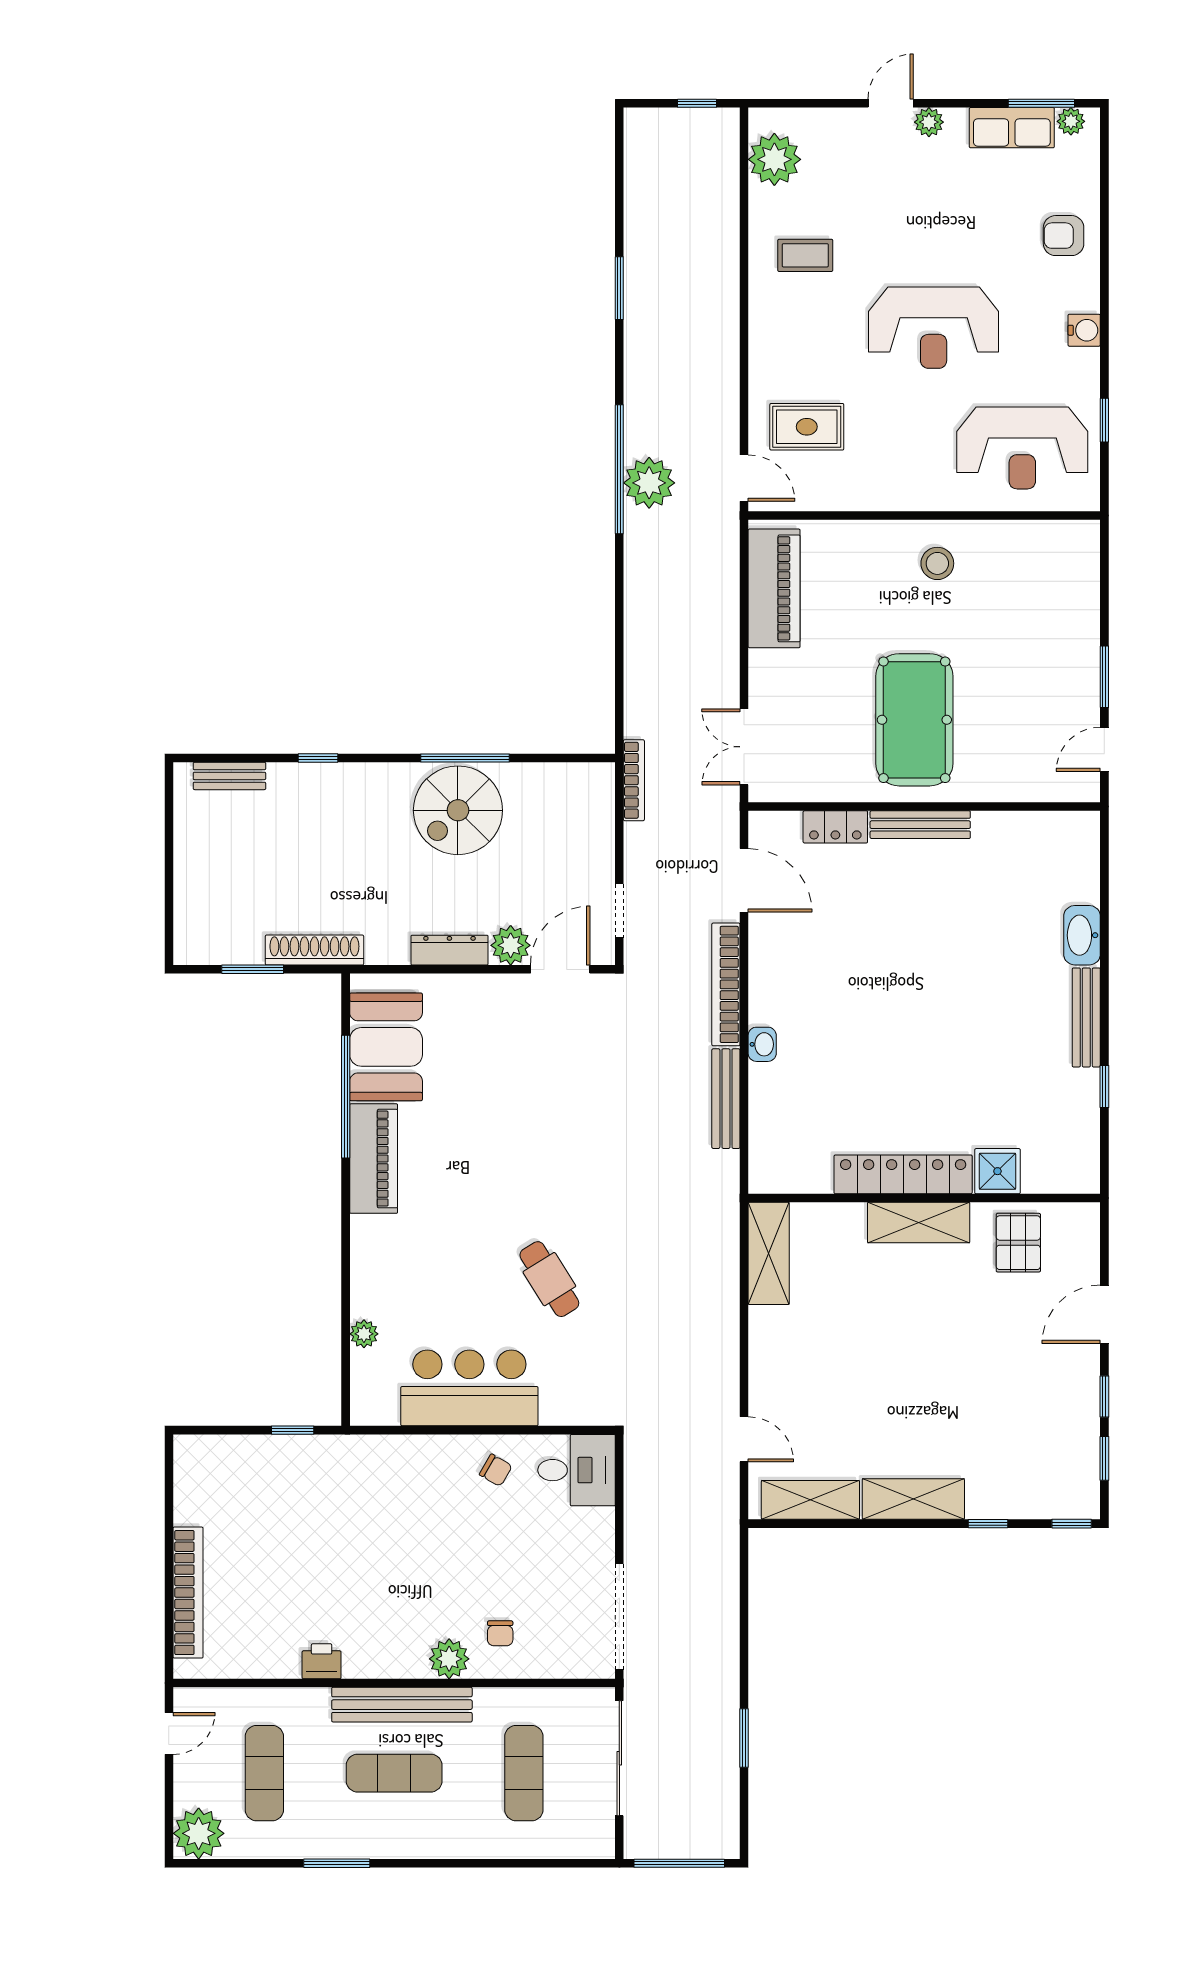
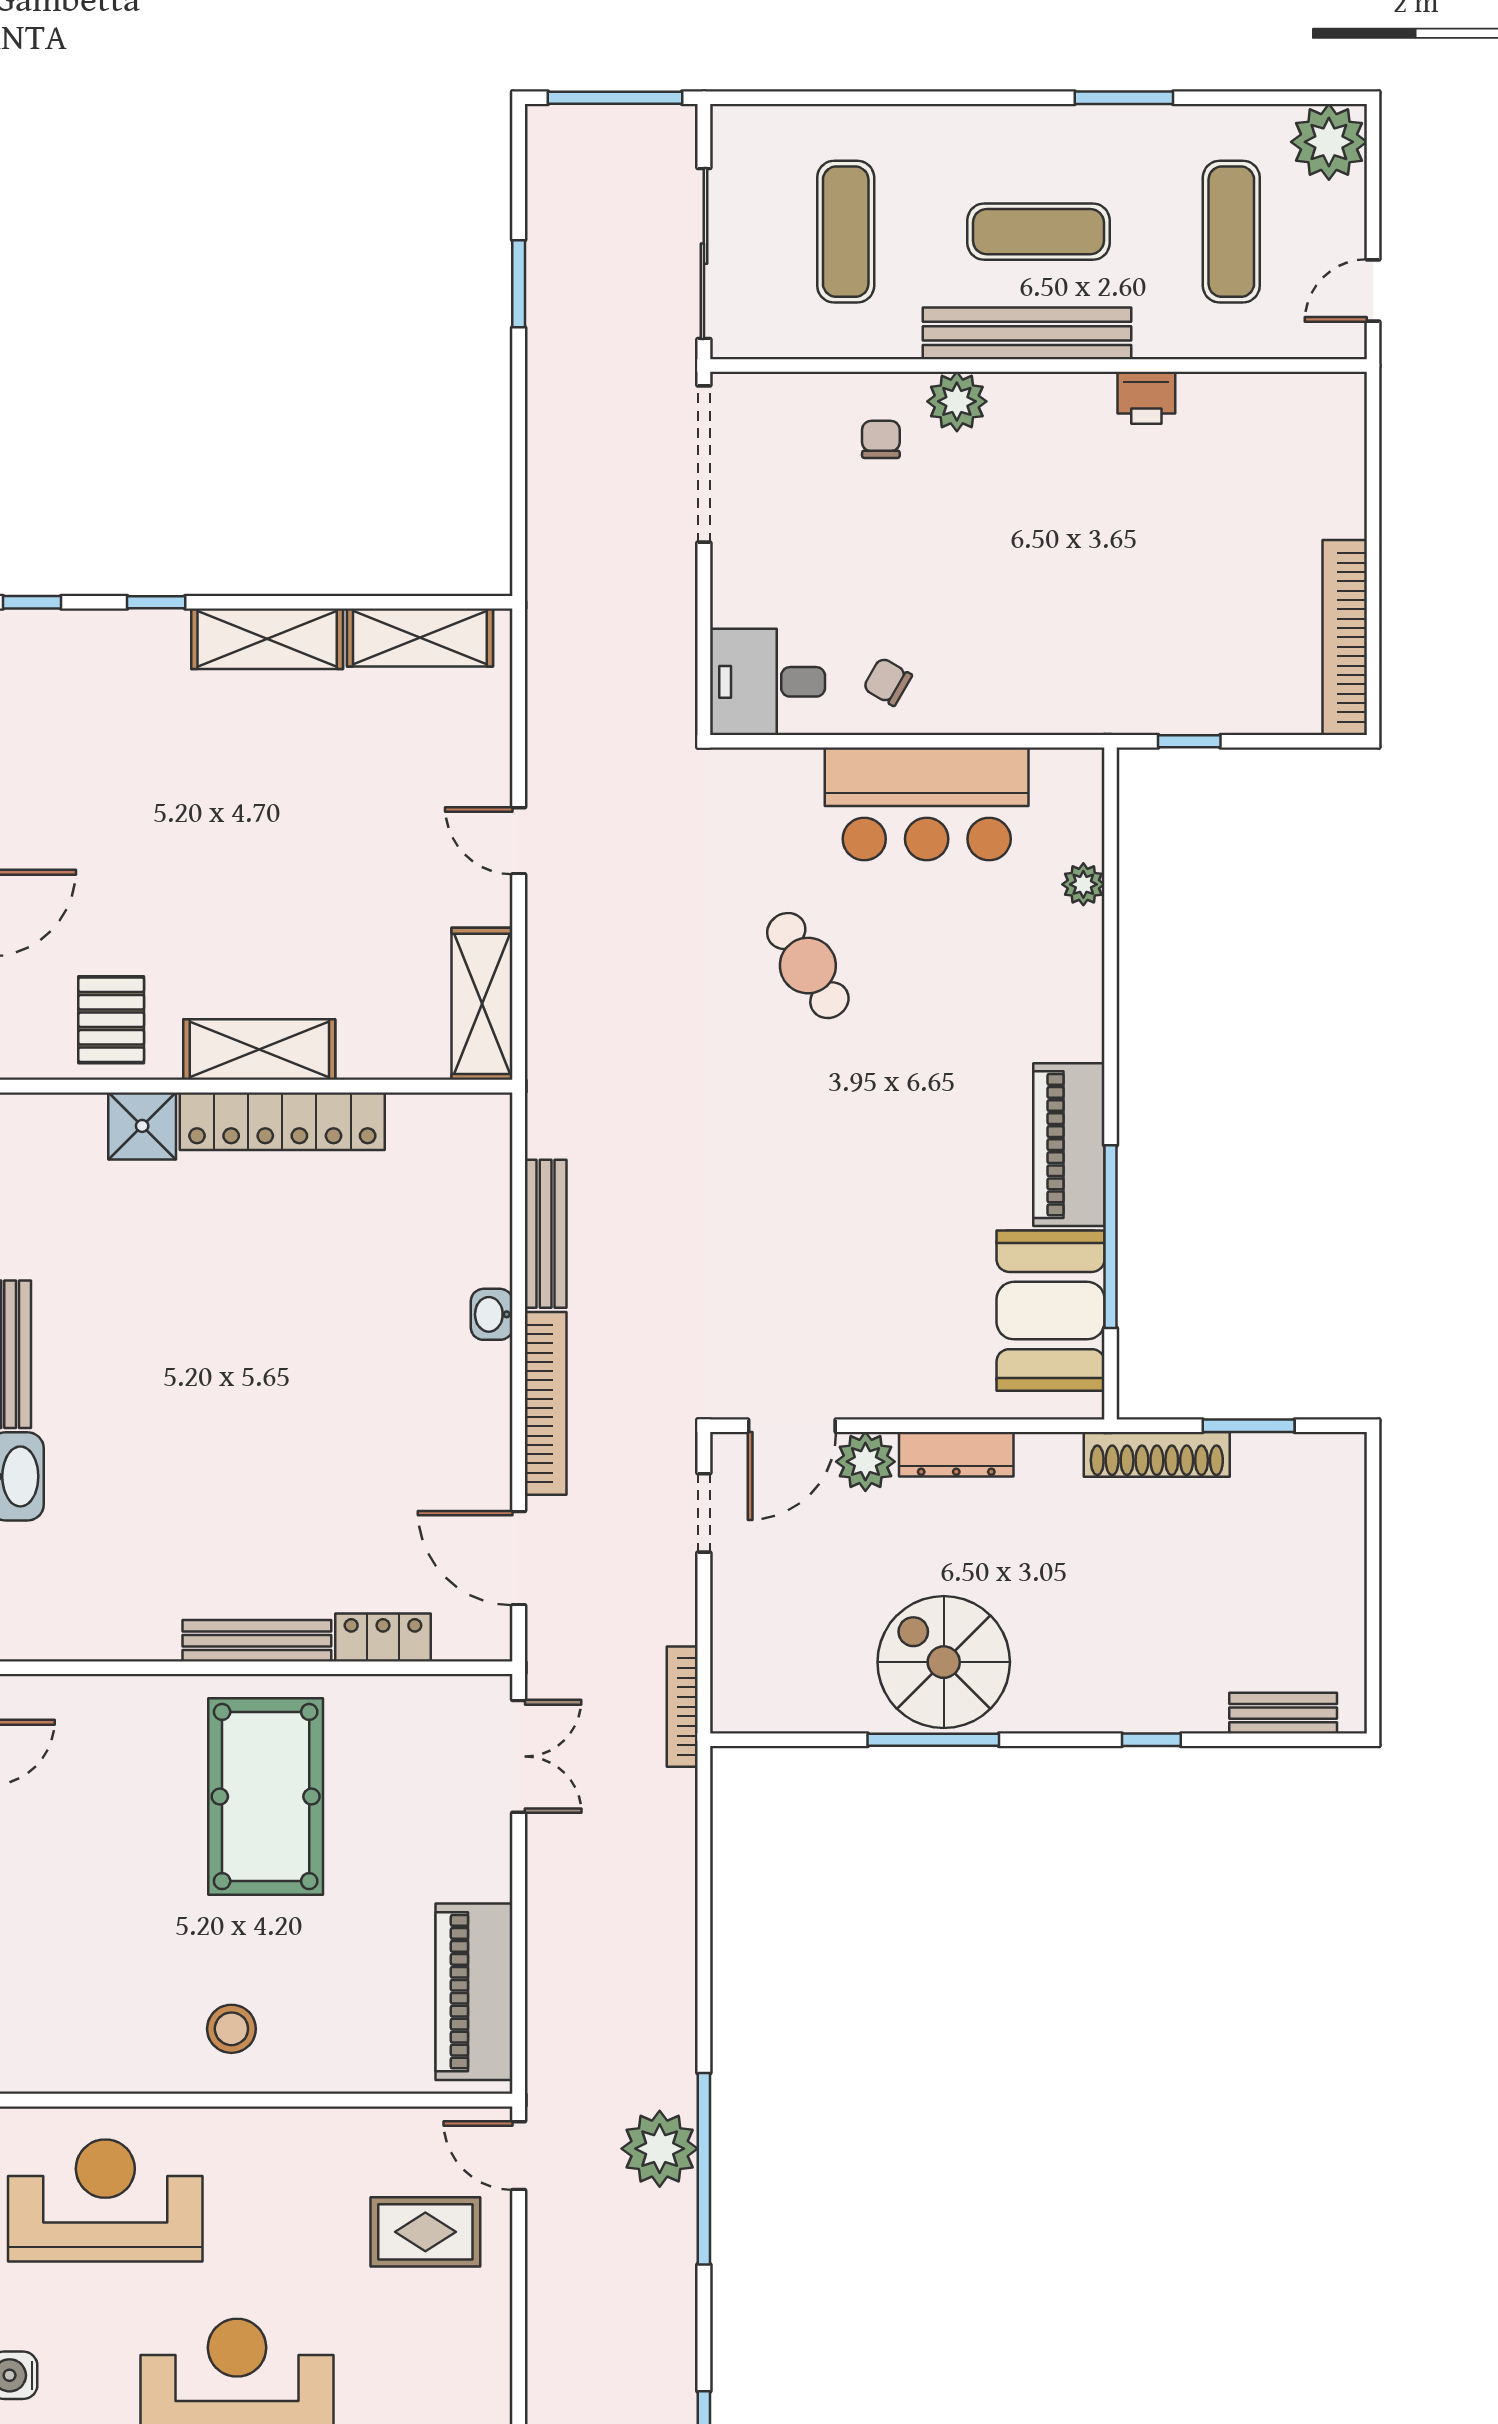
spiral stairs: (458, 810) -> (944, 1662), turned -90
door: (744, 1439) -> (519, 841), moved
bookcase: (188, 1593) -> (1345, 637), moved

